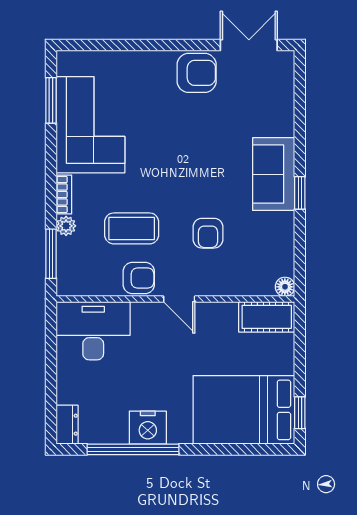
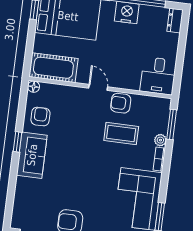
armchair: (208, 233) -> (40, 117), moved
cot: (267, 317) -> (53, 68), width x1.37, depth x1.34
desk: (93, 331) -> (158, 76), width x0.73

